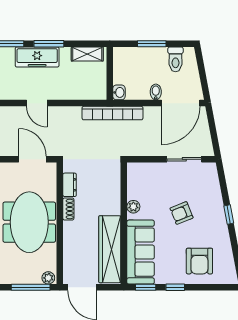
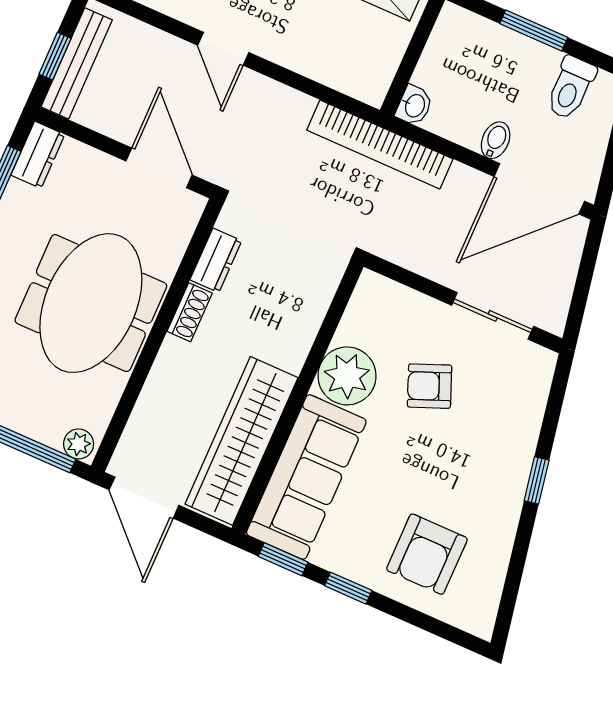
plant: (133, 207) -> (347, 376), width x1.88, depth x1.88
armchair: (182, 213) -> (430, 386), moved

